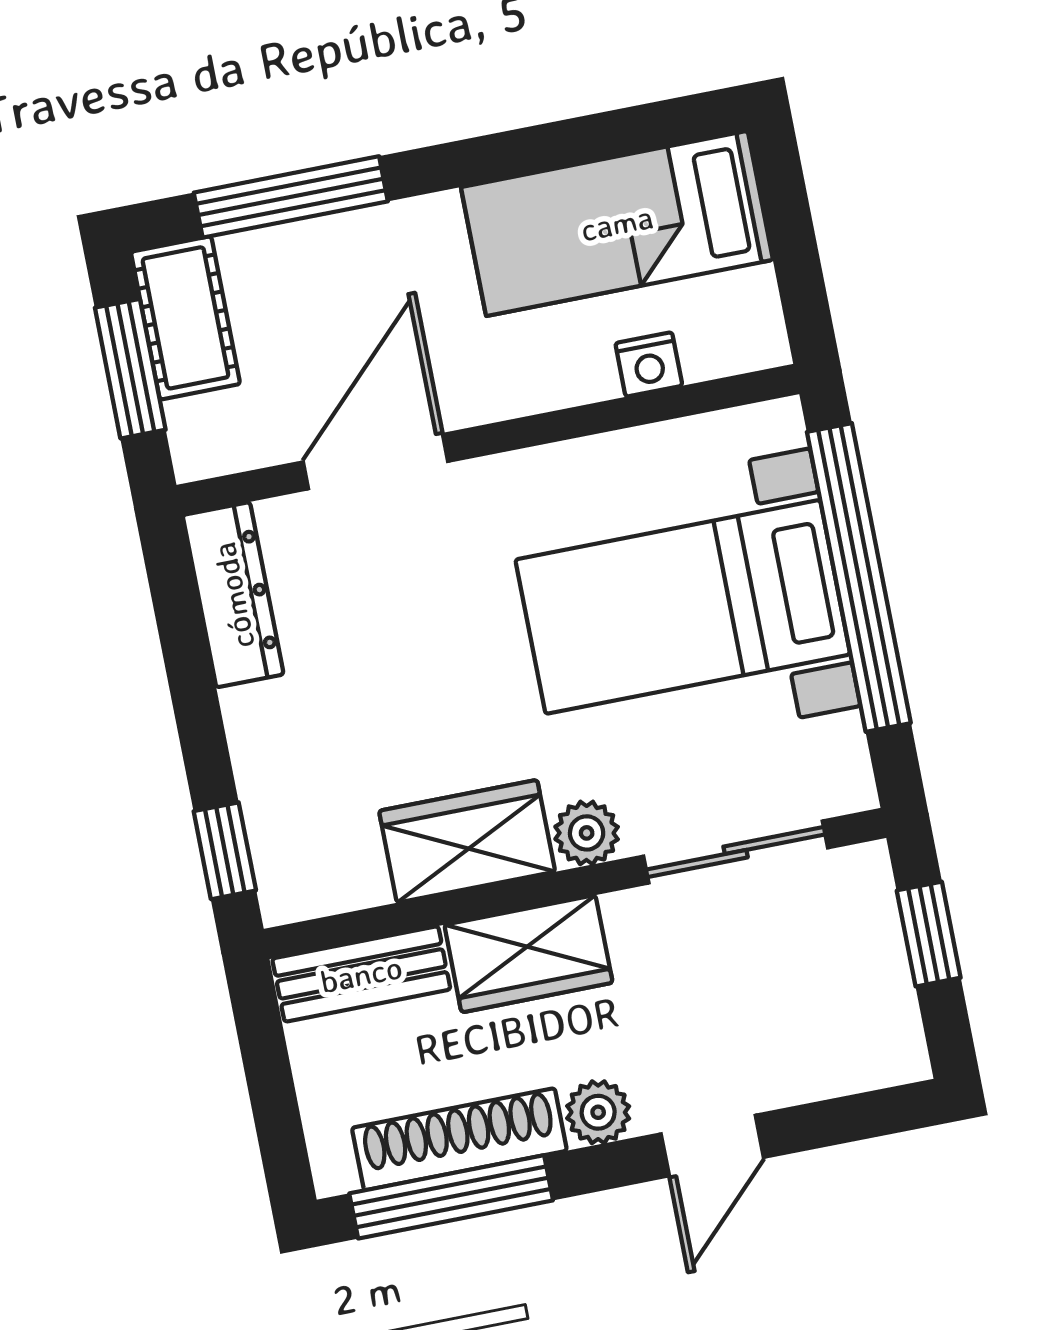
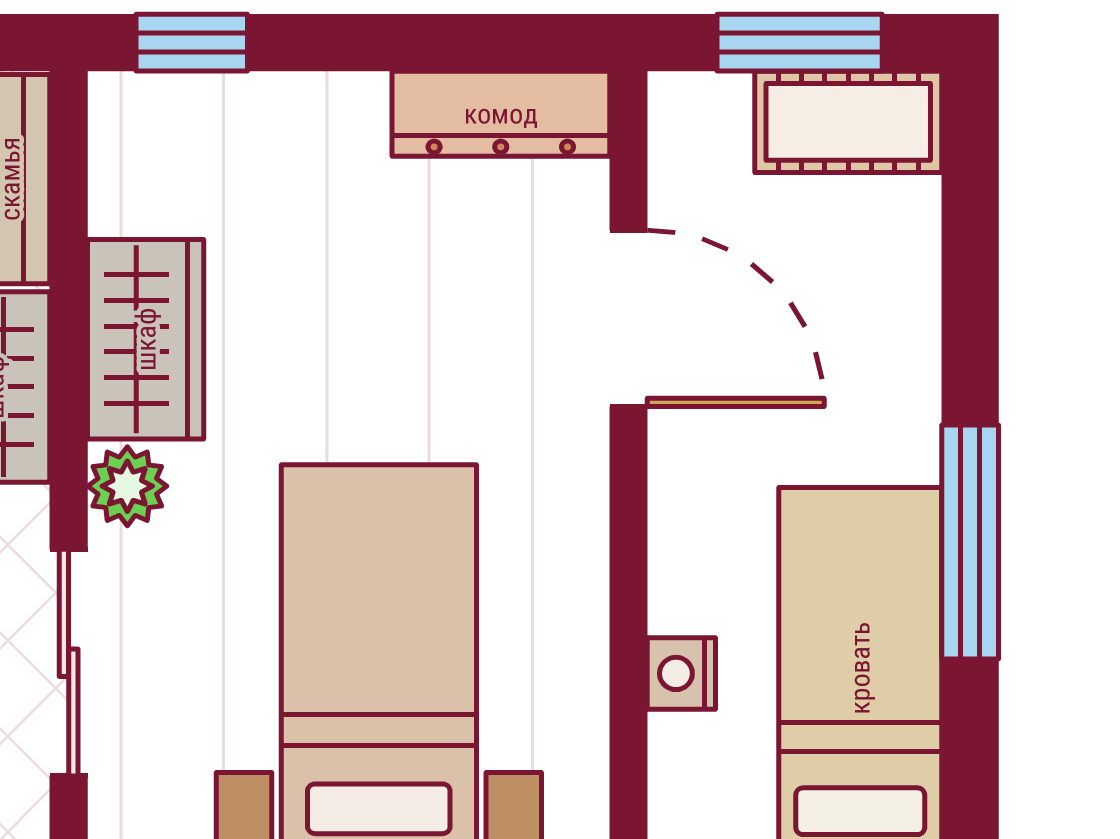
window: (291, 197) -> (970, 542), moved

